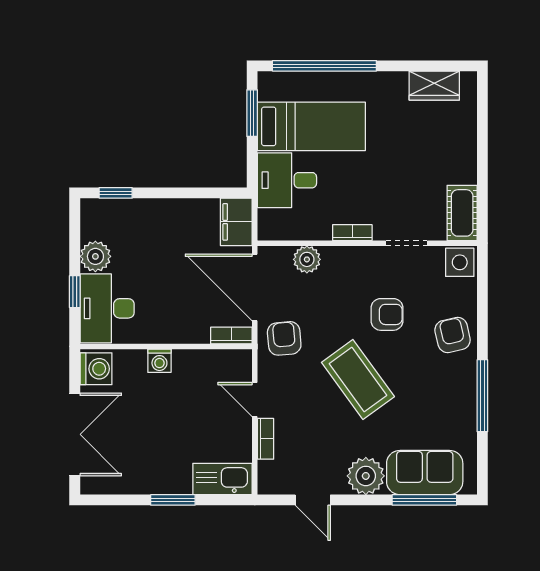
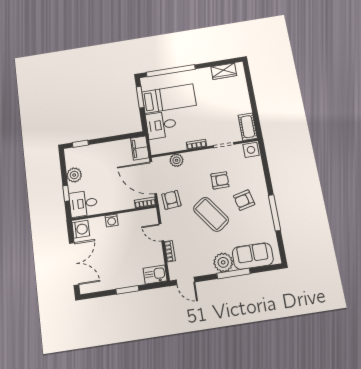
desk: (107, 308) -> (83, 203), width x0.73
armchair: (453, 335) -> (244, 200), moved, turned -91
kitchen sink: (222, 479) -> (155, 275), width x0.73
door: (313, 500) -> (185, 281), moved
window: (424, 500) -> (233, 273), moved

